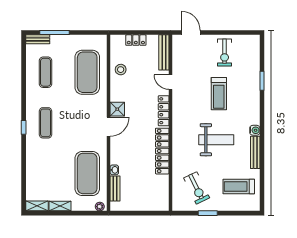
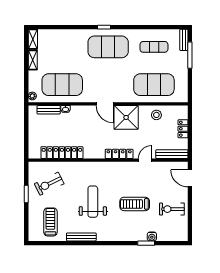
door: (191, 33) -> (190, 178), swing flipped
shower: (117, 109) -> (126, 117), width x1.86, depth x1.86
exercise mat: (46, 123) -> (108, 47), width x2.00, depth x1.45
water cooler: (255, 130) -> (152, 236), moved
weight bench: (216, 140) -> (93, 202), turned 180
locker: (162, 151) -> (62, 153), moved

